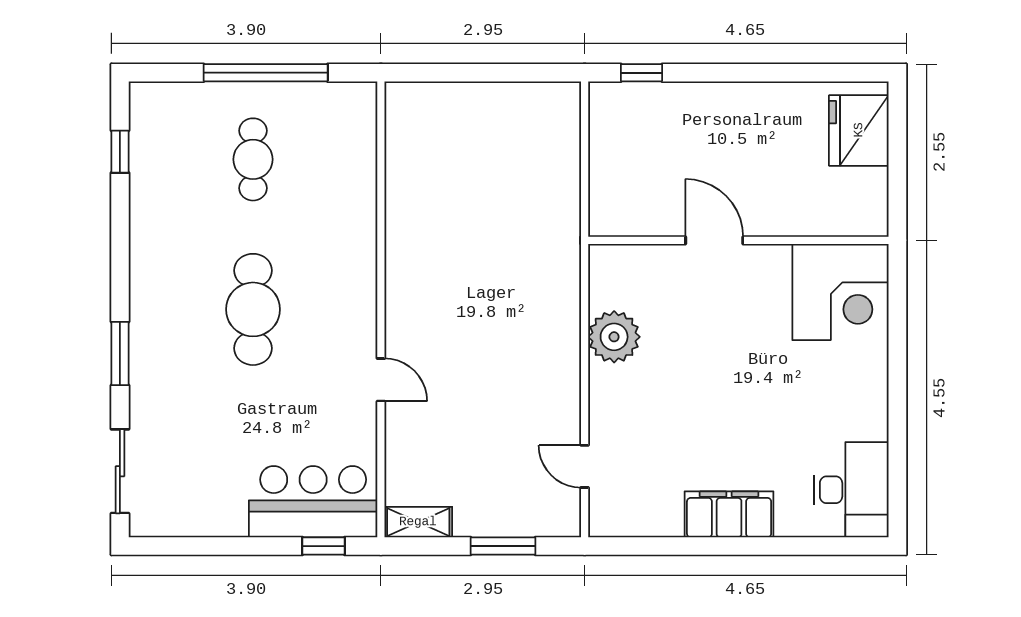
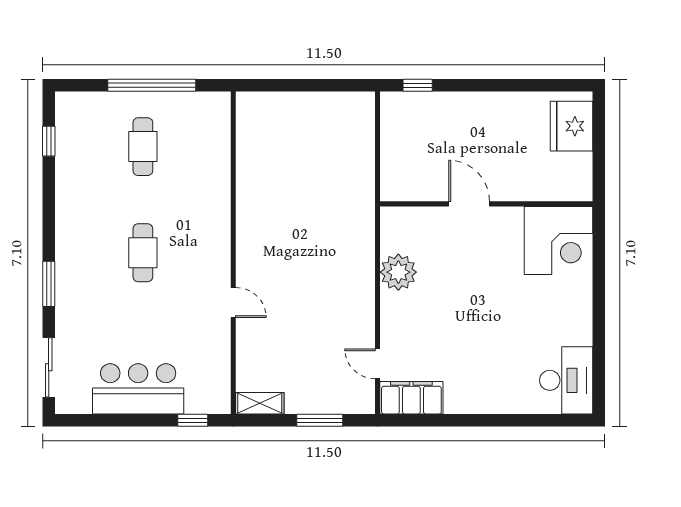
cafe table: (253, 309) -> (143, 253), width x0.73, depth x0.74
bar counter: (313, 502) -> (138, 389), moved
filing cabinet: (729, 514) -> (411, 398), moved

